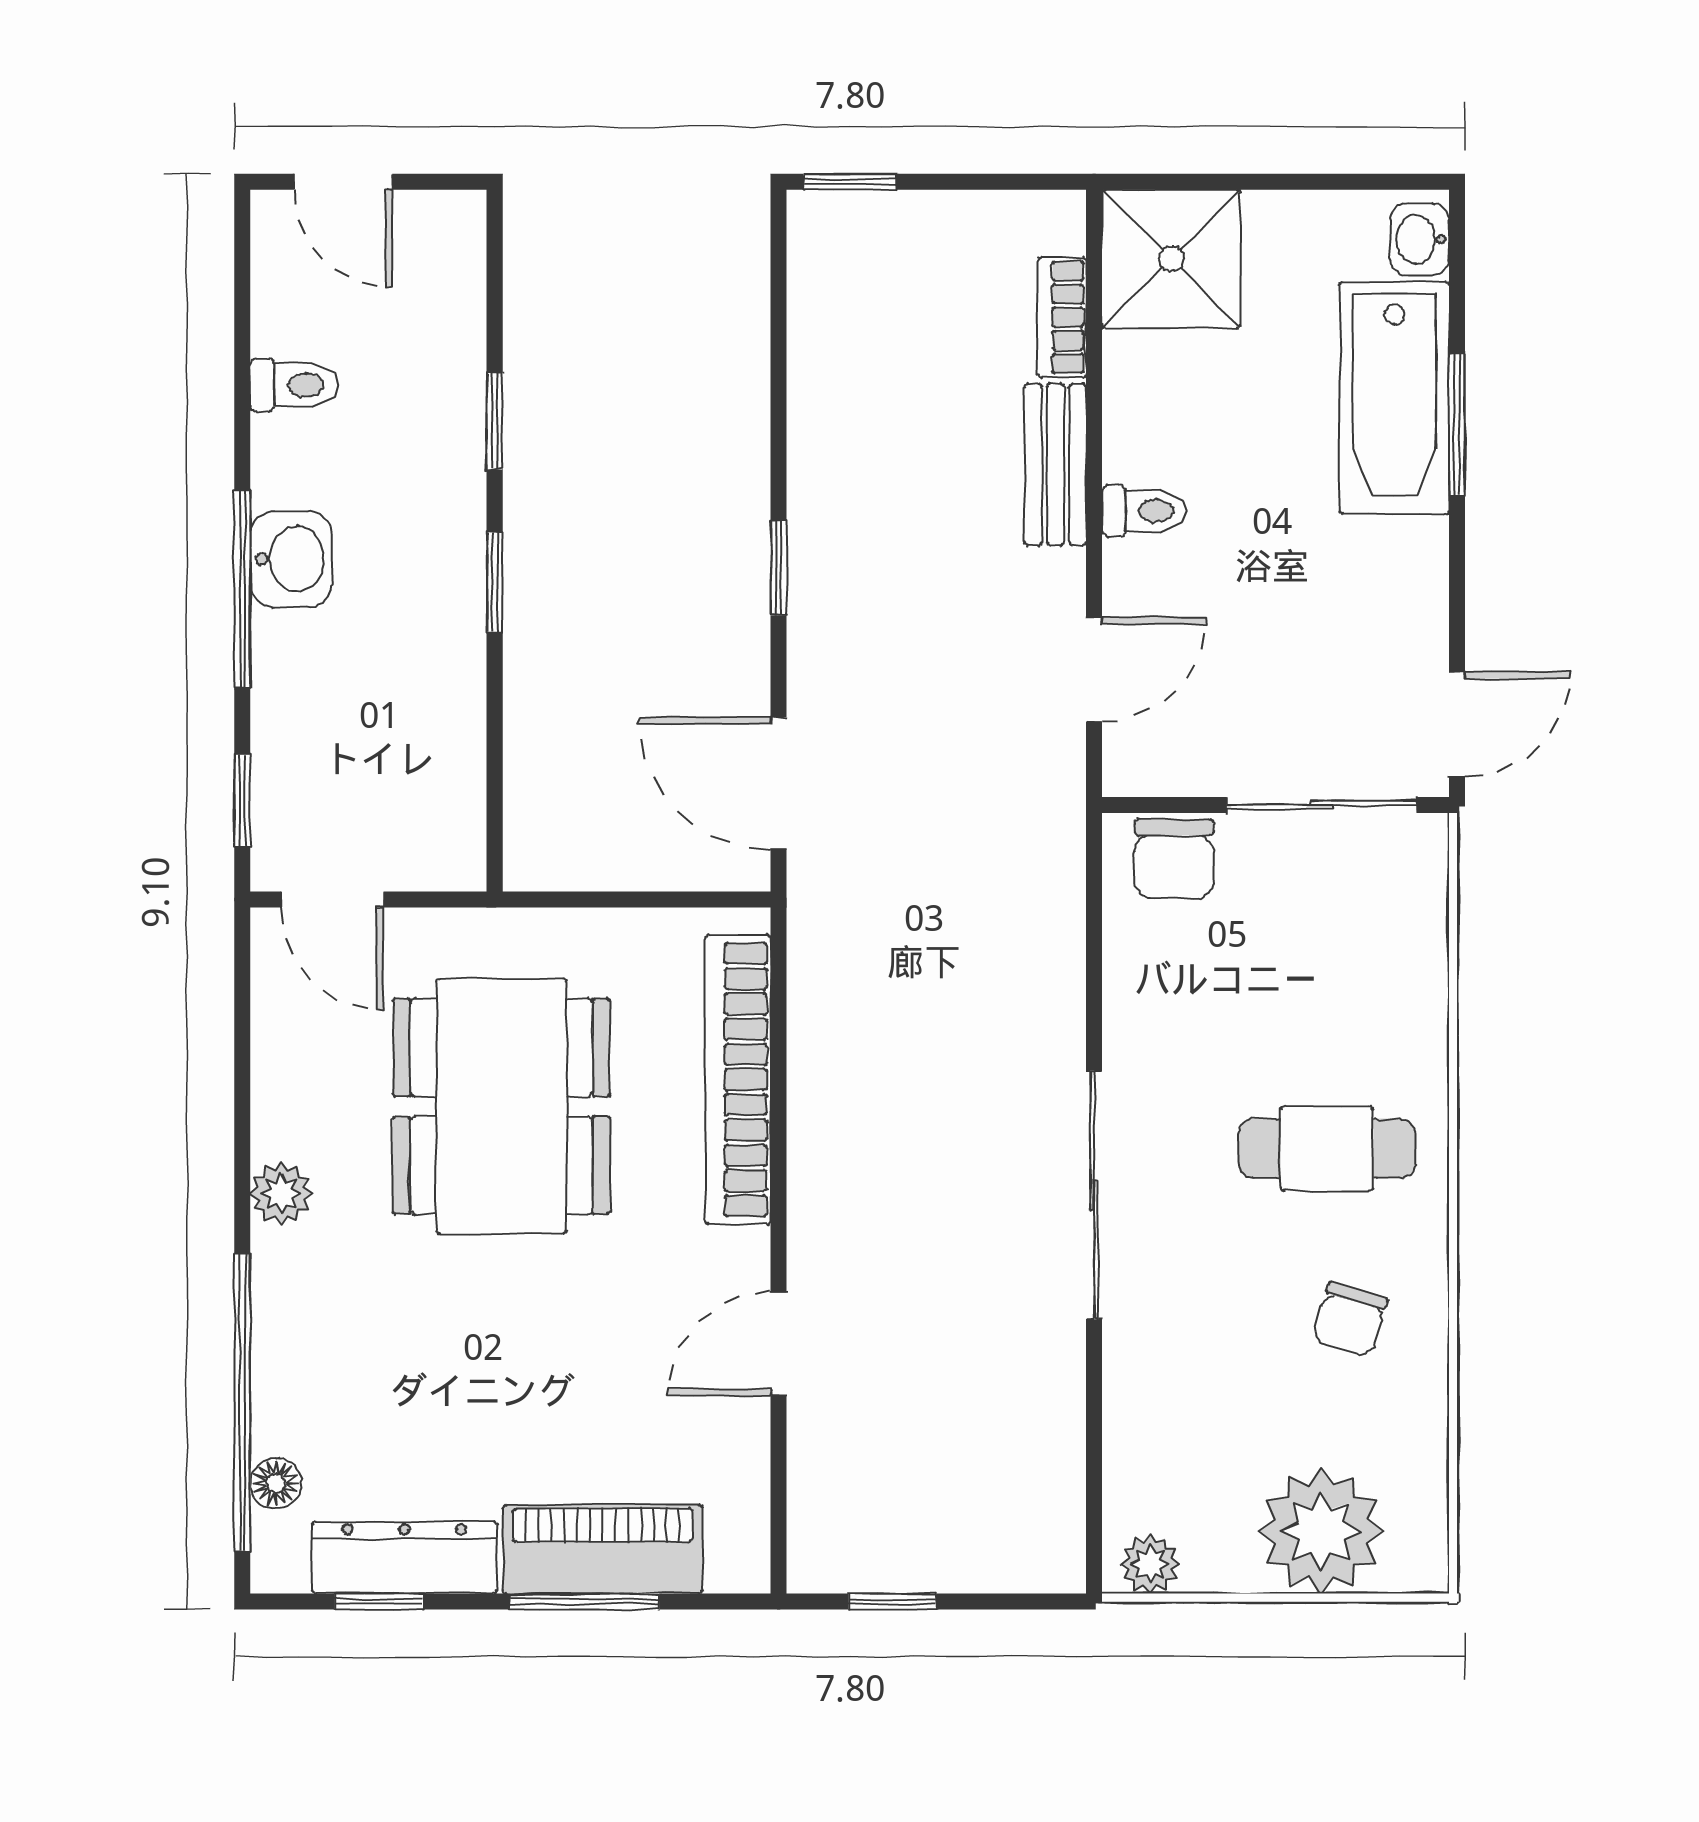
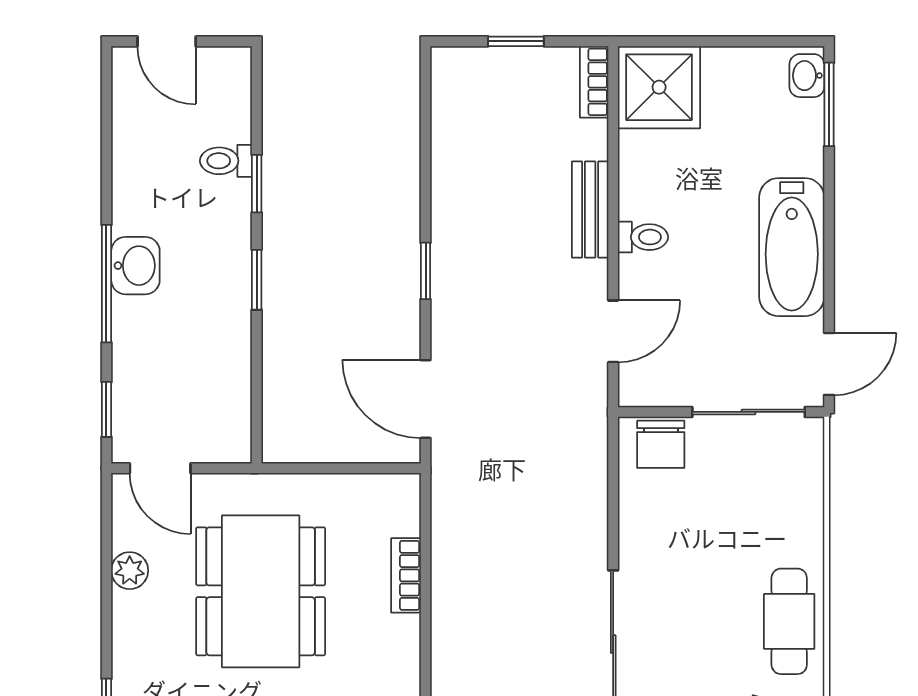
window: (850, 182) -> (516, 41), moved
bookcase: (1062, 317) -> (594, 82), moved
toilet: (294, 385) -> (226, 161), moved, turned 180
bathtub: (1394, 398) -> (792, 247), moved
window: (1457, 425) -> (829, 104), moved
bookcase: (738, 1080) -> (406, 575), width x0.43, depth x0.76
cafe table: (1327, 1148) -> (789, 621), moved, turned 90
plant: (281, 1194) -> (130, 571), moved

